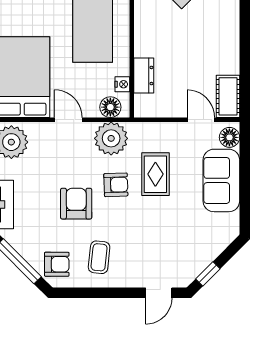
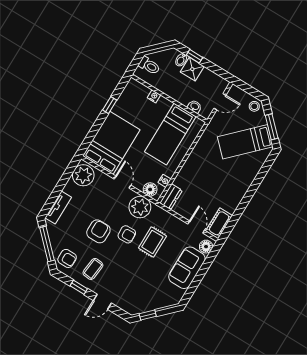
dresser: (144, 75) -> (171, 197), moved
window: (95, 293) -> (79, 287), added
door: (159, 293) -> (102, 302), moved

